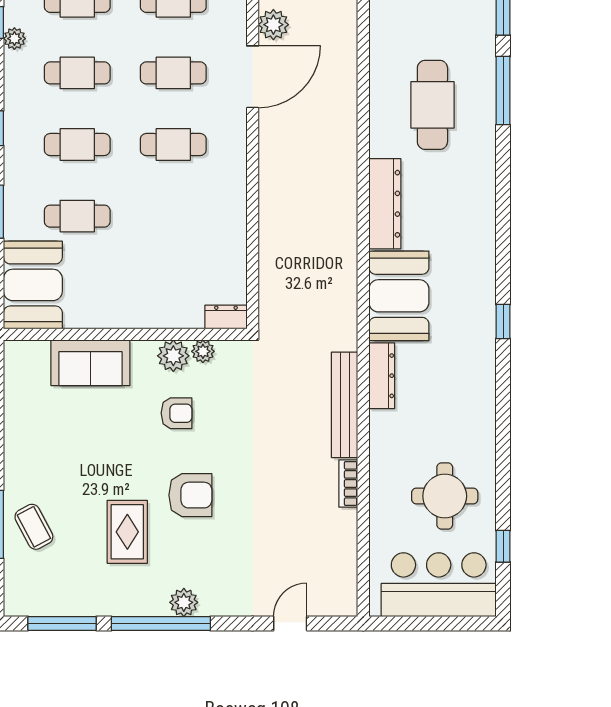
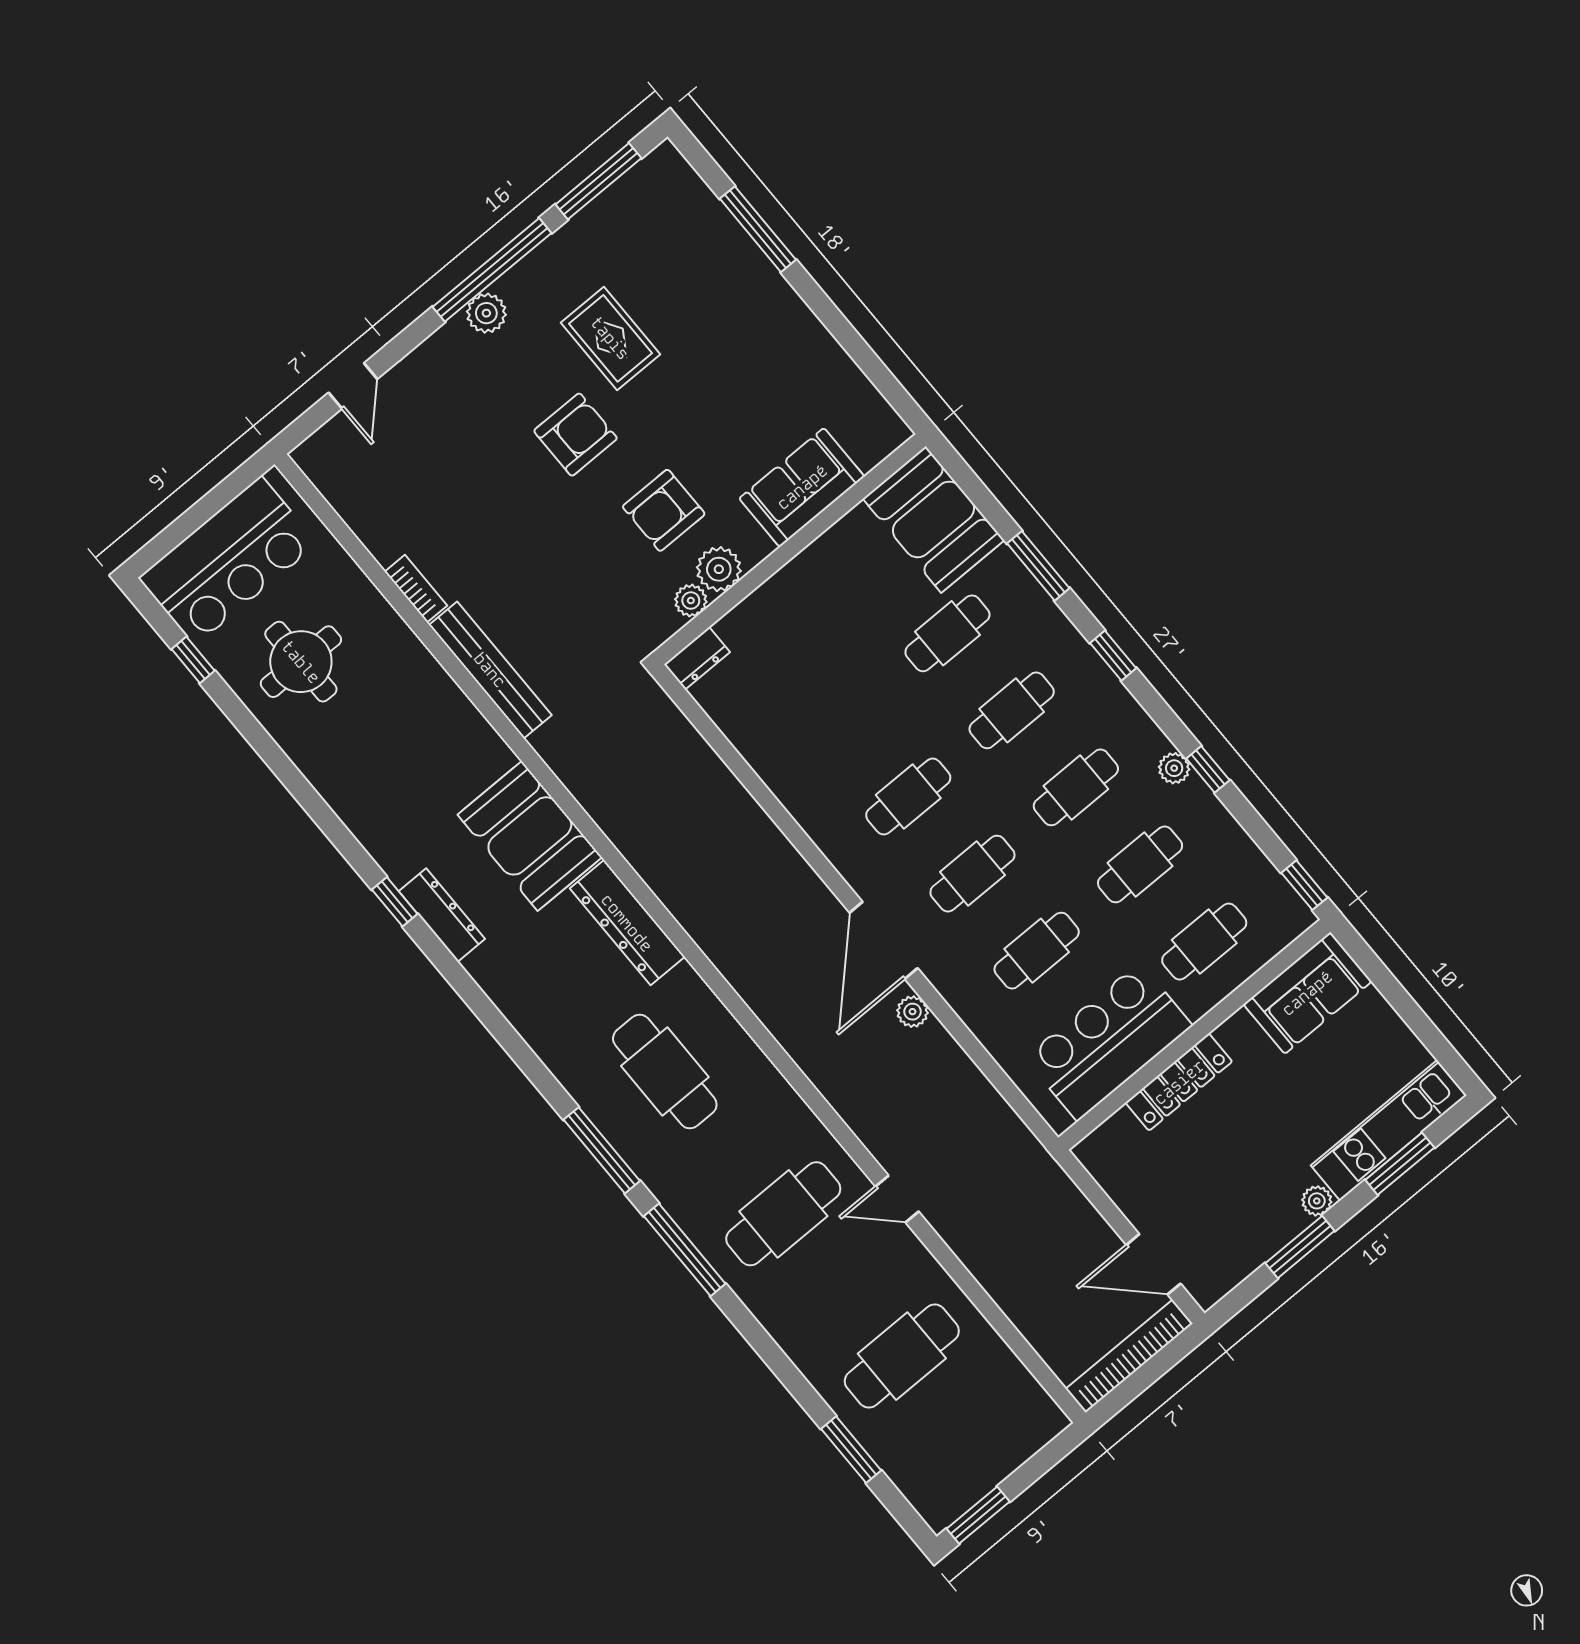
plant: (273, 25) -> (912, 1012), width x0.73, depth x0.73
dresser: (382, 376) -> (442, 915), moved, turned 180
armchair: (177, 413) -> (664, 510), width x1.38, depth x1.38
armchair: (190, 495) -> (576, 435), turned 180
coffee table: (34, 527) -> (715, 260), removed

